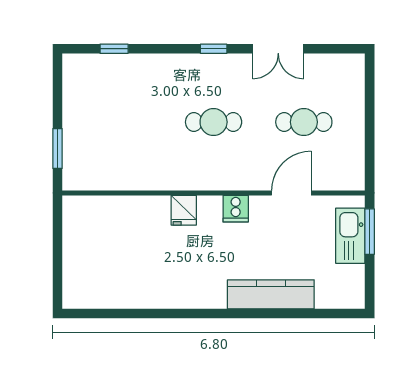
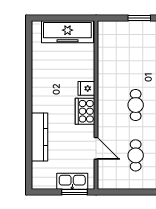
window: (58, 148) -> (139, 18), moved
cooker: (236, 209) -> (85, 111), width x1.87, depth x1.31
freezer: (82, 244) -> (67, 32), added

